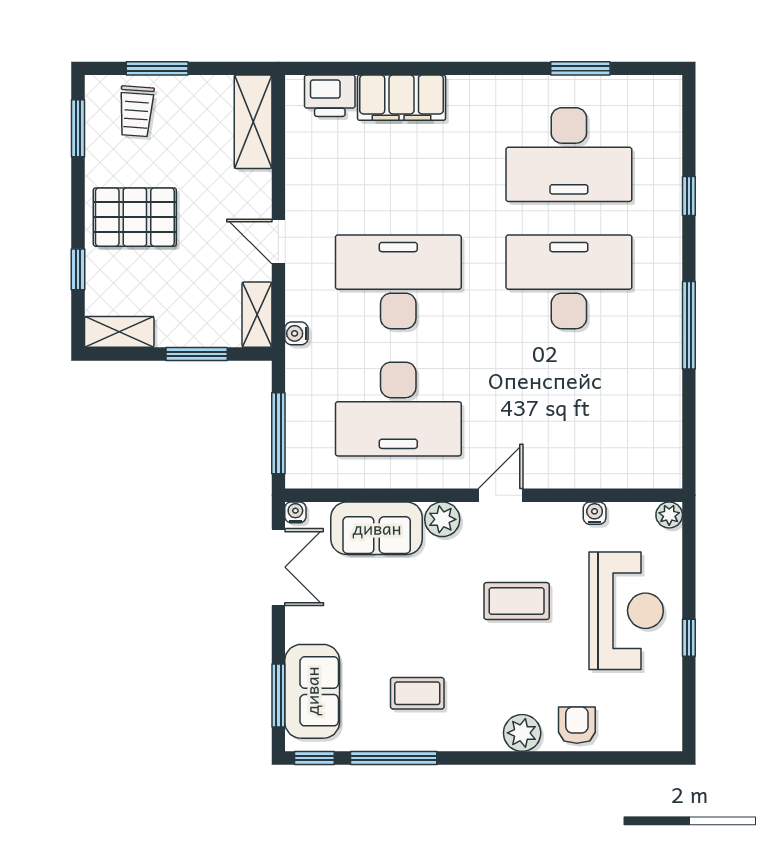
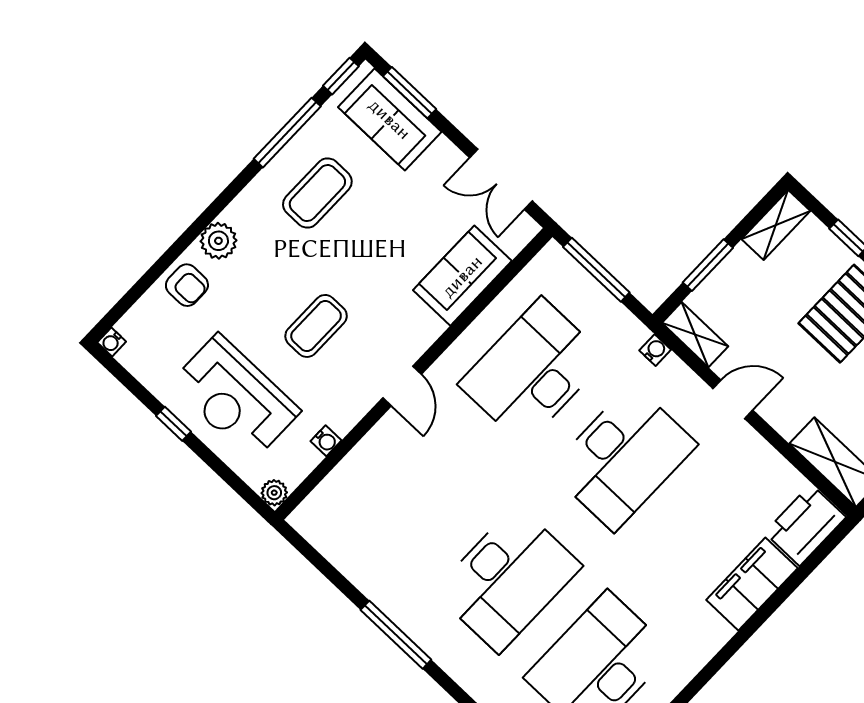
printer: (330, 96) -> (805, 525), width x1.37, depth x1.19
water cooler: (295, 512) -> (112, 342), moved, turned 90
plant: (442, 519) -> (424, 328), removed
coffee table: (417, 693) -> (317, 193), width x1.36, depth x1.30

